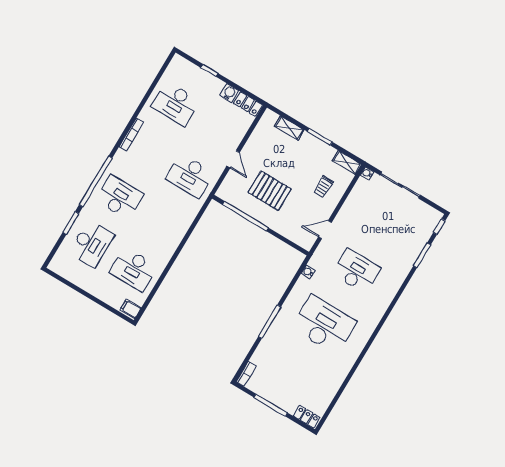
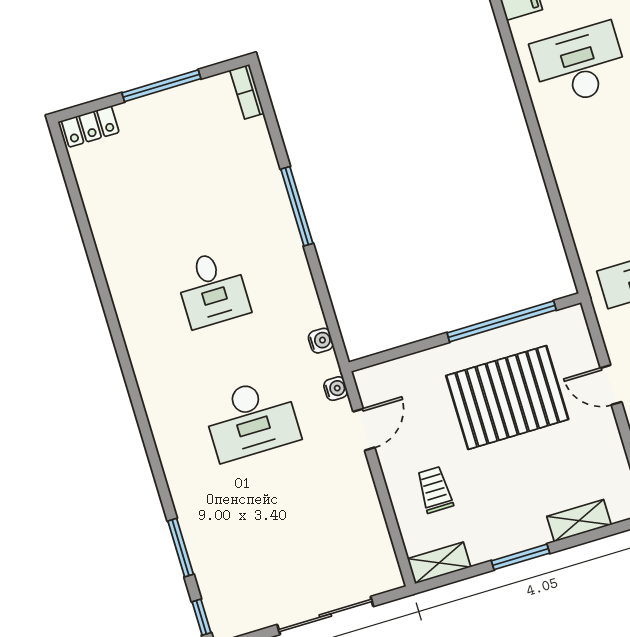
water cooler: (367, 173) -> (336, 389), moved
pallet: (270, 191) -> (507, 397), width x1.37, depth x1.41
desk: (324, 325) -> (212, 289), width x0.53, depth x0.77

